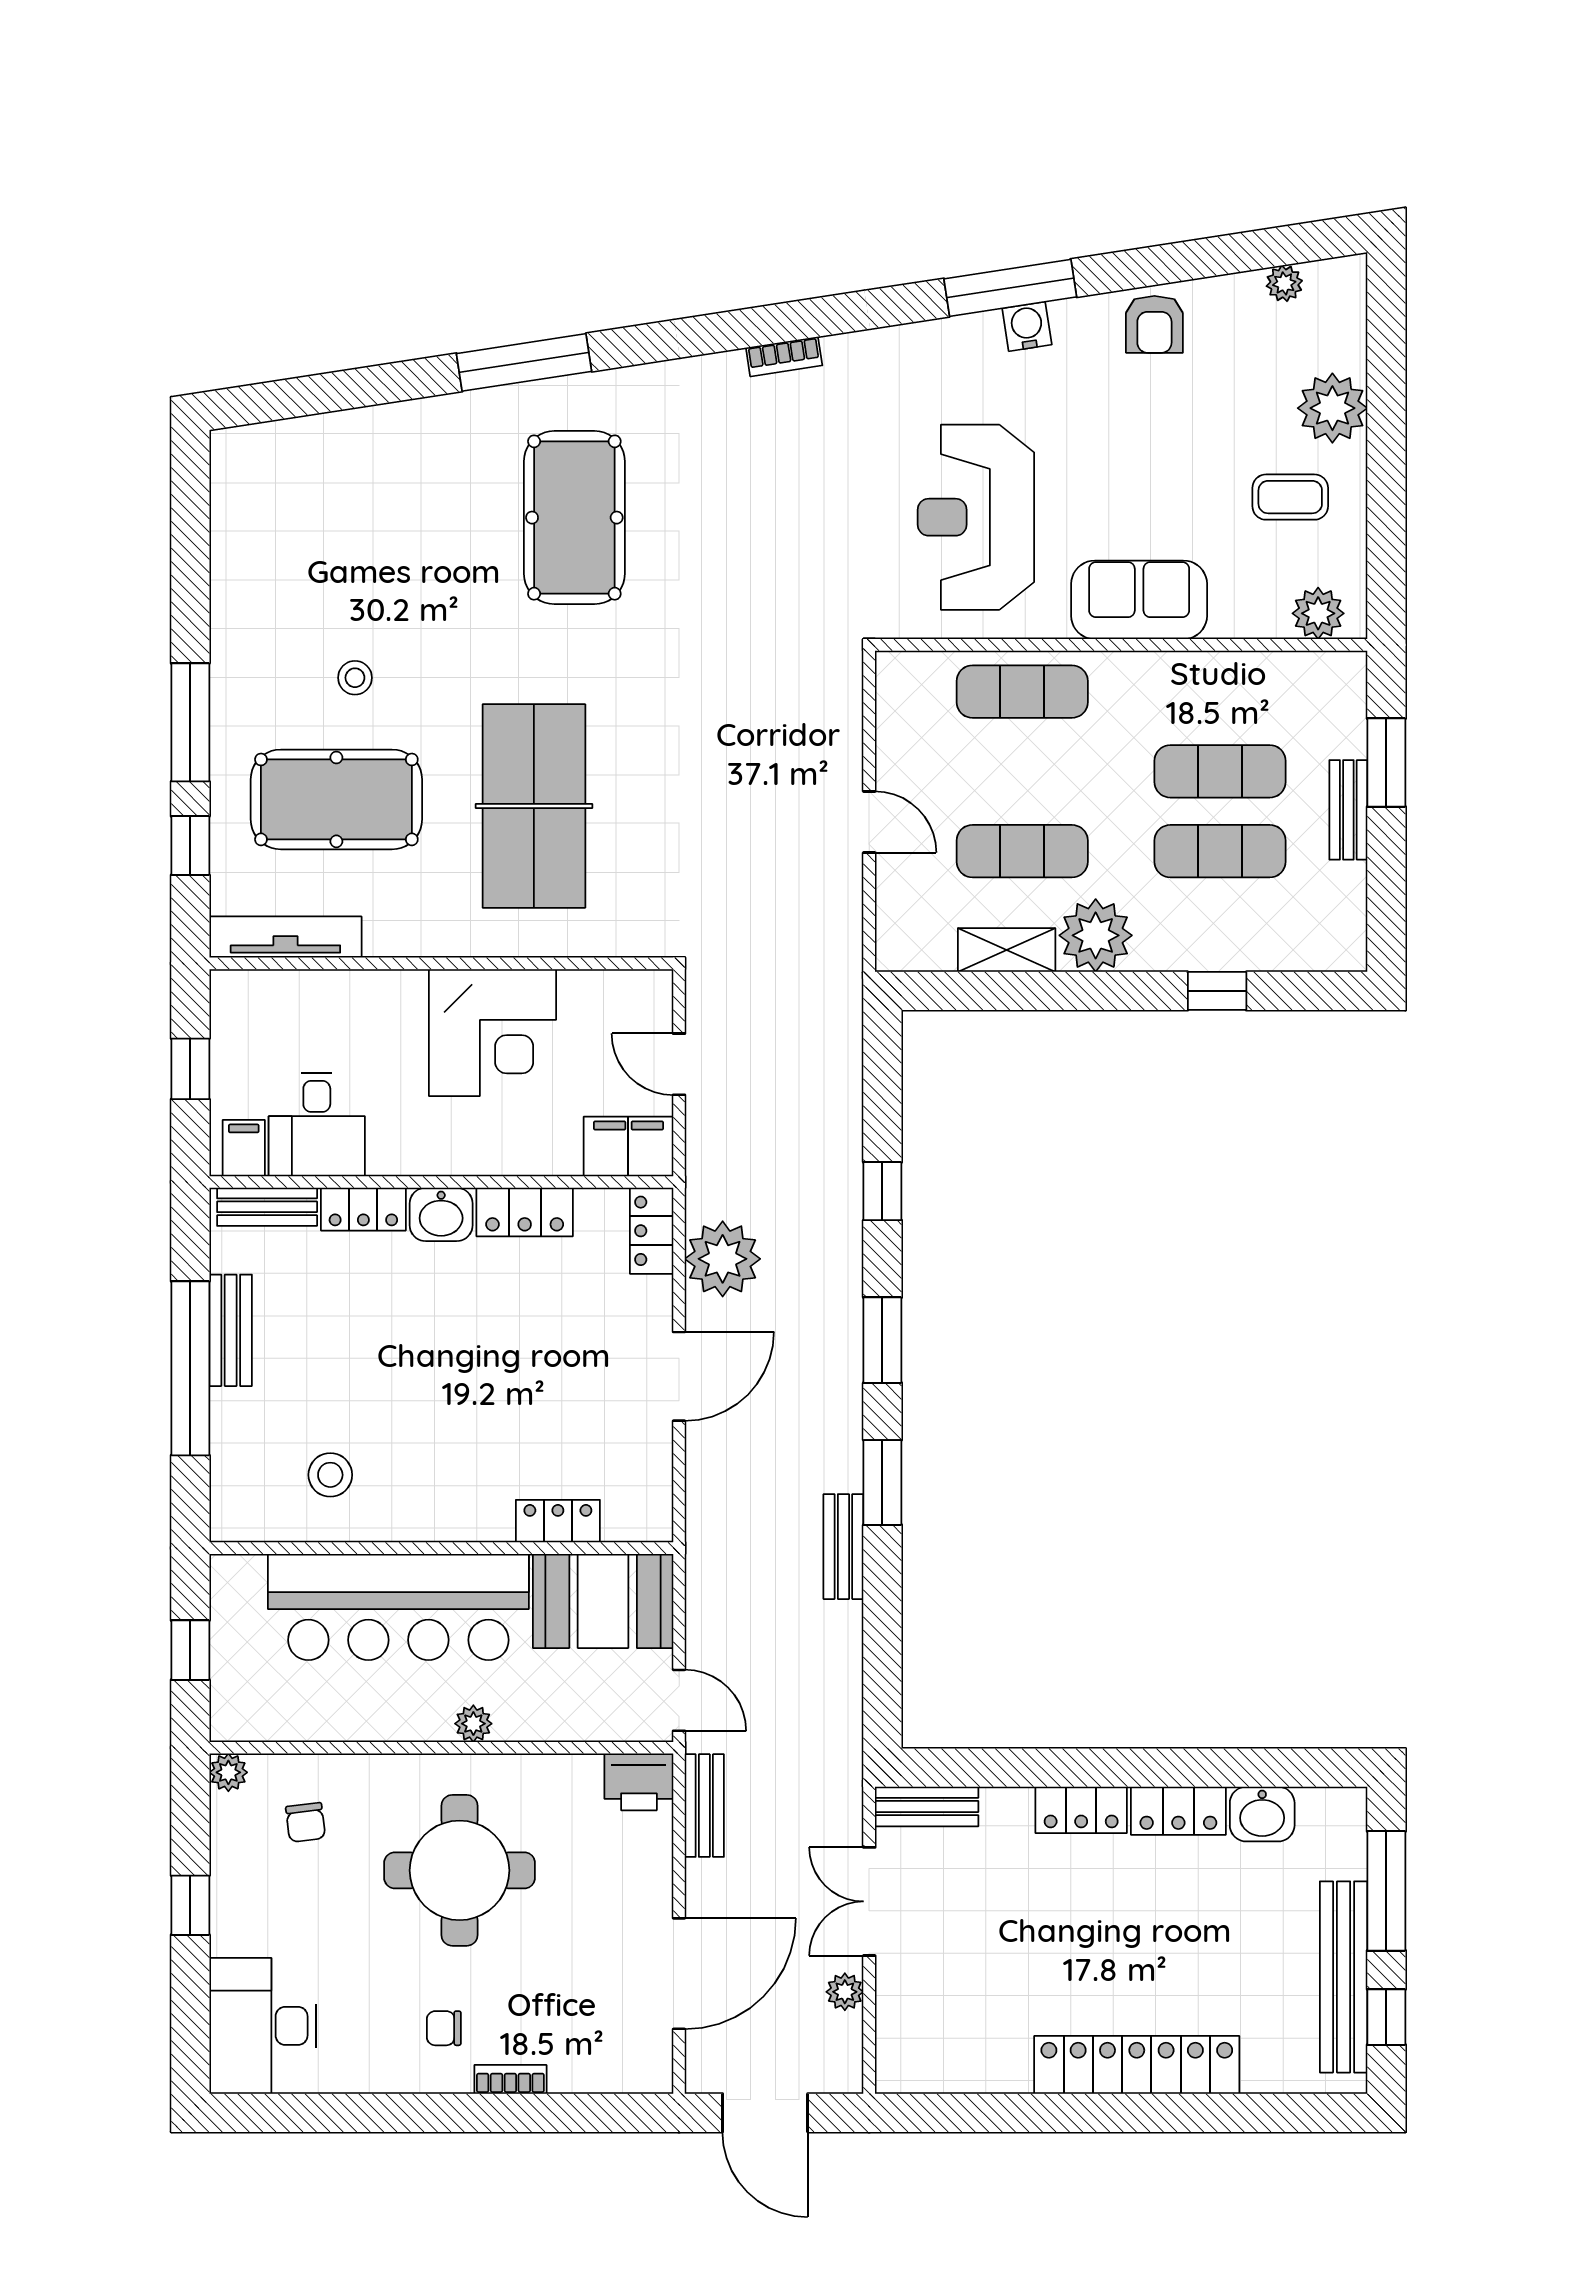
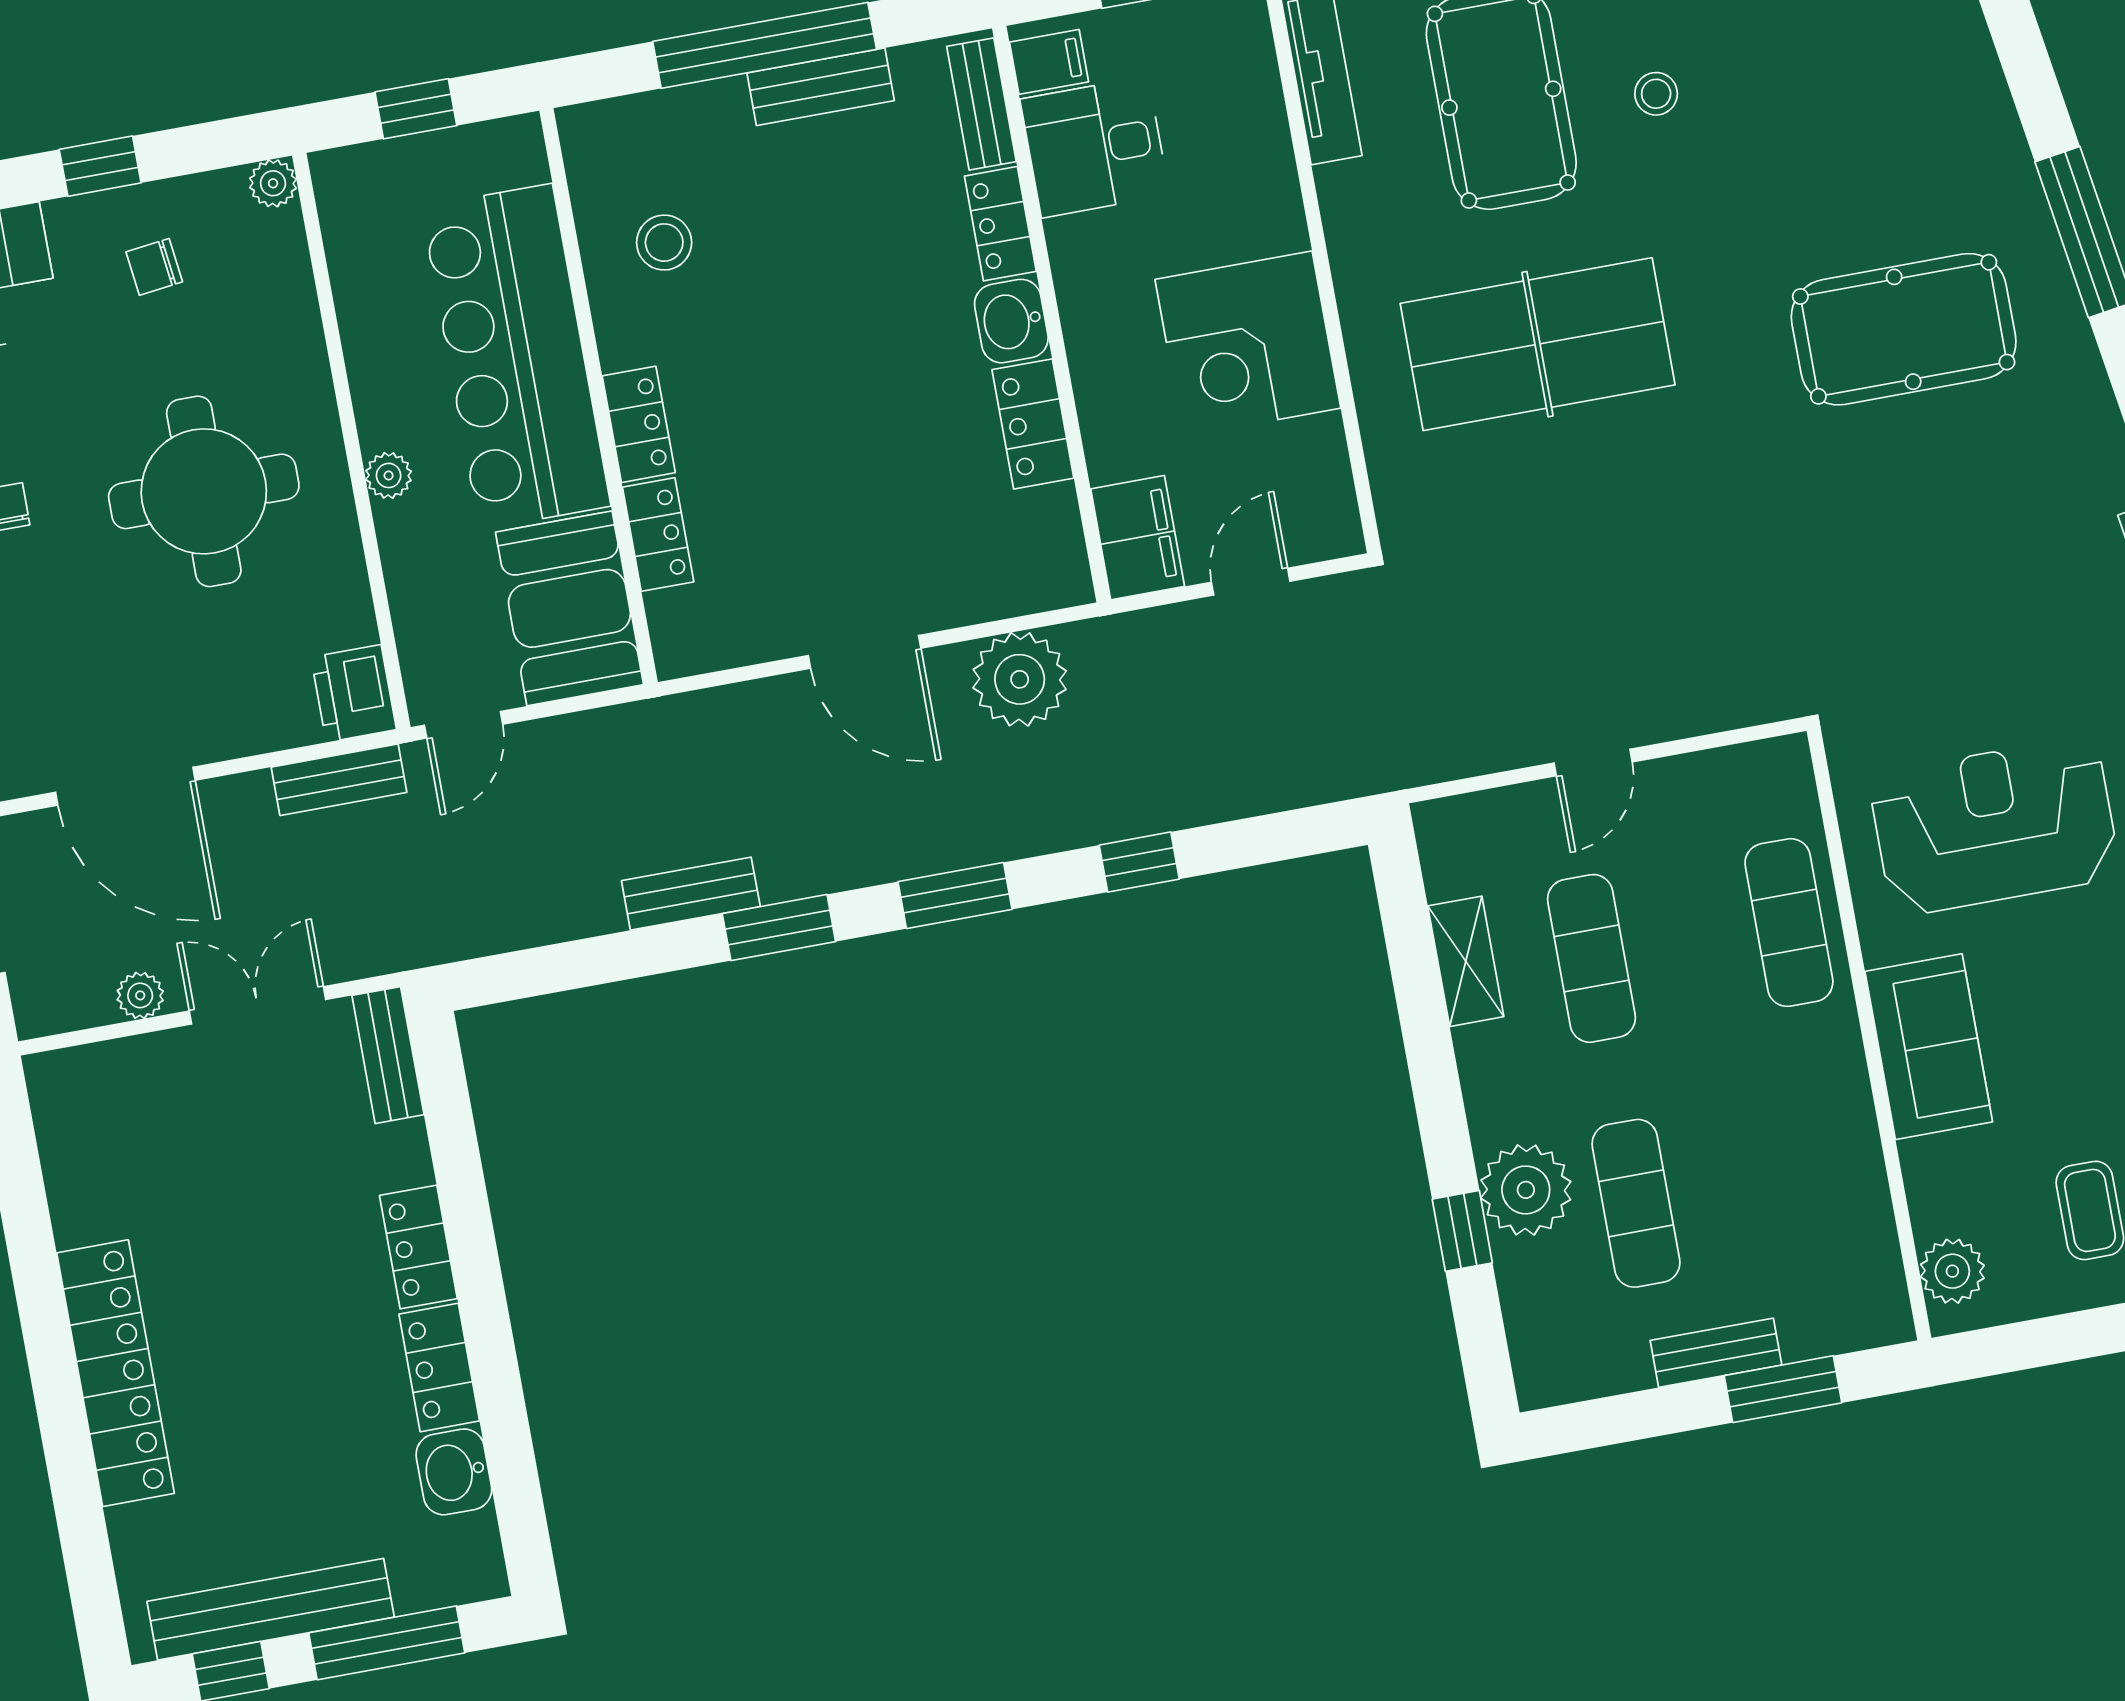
exercise mat: (1220, 771) -> (1735, 1185), removed
plant: (1096, 935) -> (1526, 1190), moved
locker: (652, 1231) -> (639, 424), moved, turned 90
chair: (306, 1822) -> (154, 267), moved

